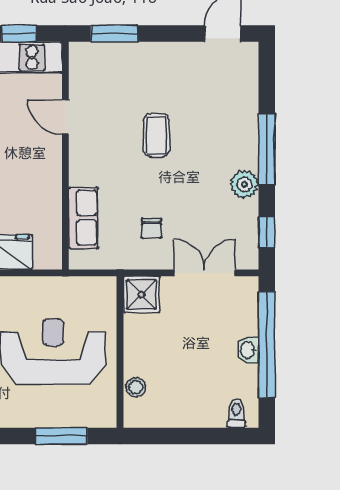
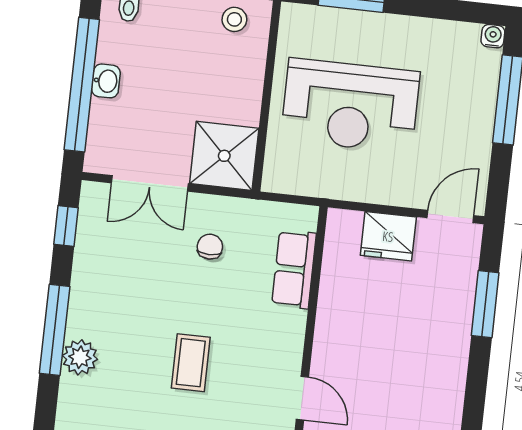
plant: (244, 184) -> (80, 357), moved
shower: (142, 294) -> (224, 156), width x1.36, depth x1.36
stool: (136, 387) -> (234, 19), moved

